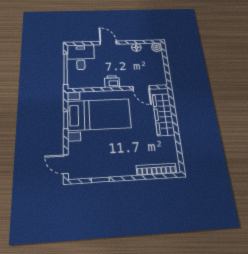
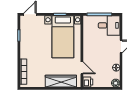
printer: (112, 81) -> (88, 82), moved
door: (141, 88) -> (82, 68), swing flipped

